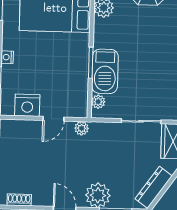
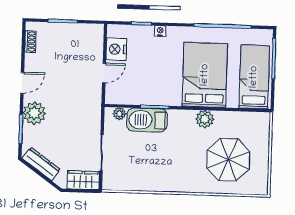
door: (53, 119) -> (104, 73), swing flipped
plant: (82, 128) -> (95, 99), removed

